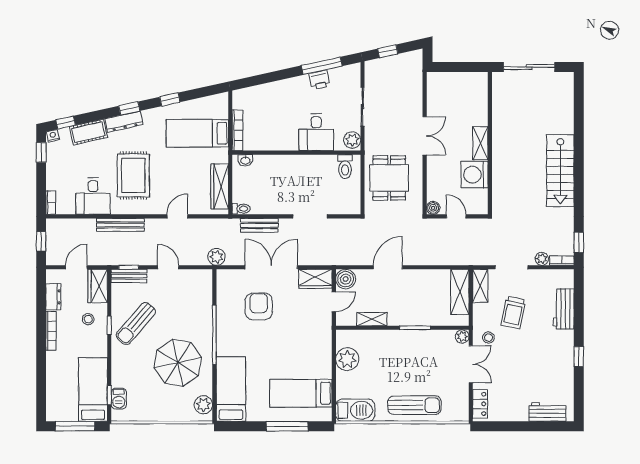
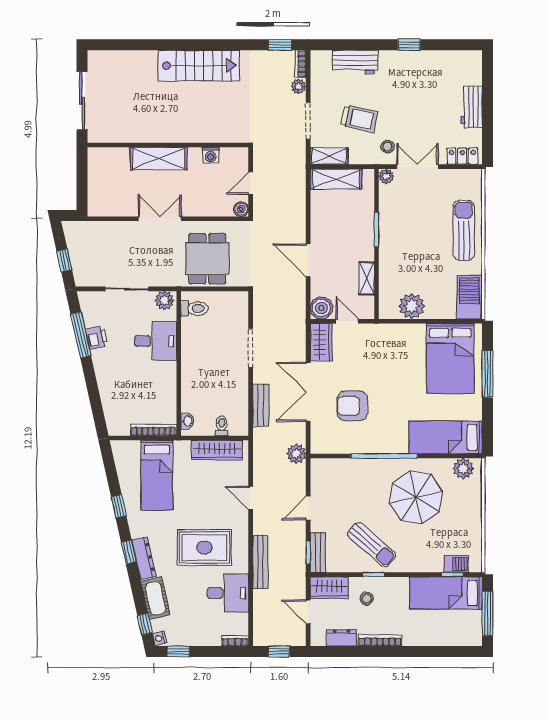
shelving: (480, 143) -> (159, 159), width x1.50, depth x1.33
washing machine: (475, 175) -> (211, 155), width x0.53, depth x0.53
dining table: (389, 178) -> (207, 259), turned 90
toilet: (241, 209) -> (222, 426), moved
bed: (301, 393) -> (450, 358), width x1.50
workbench: (547, 412) -> (471, 107), moved

